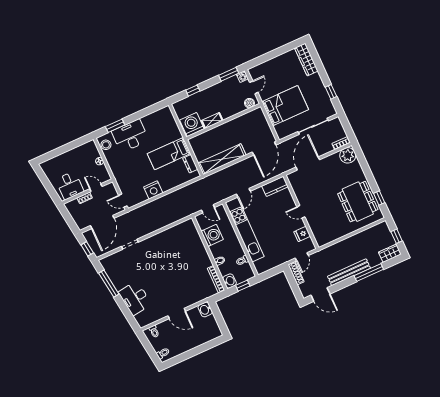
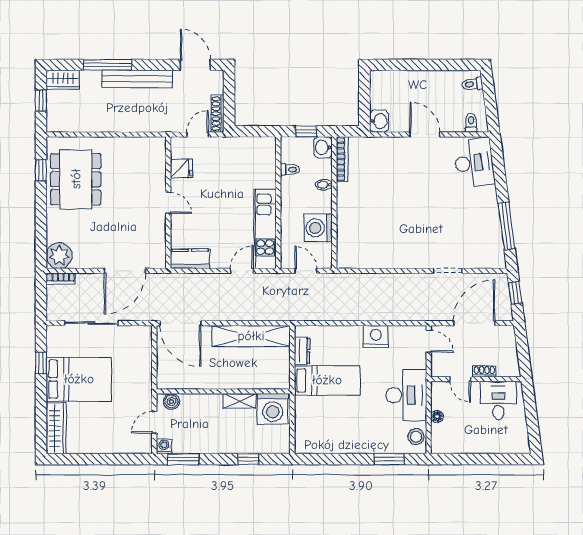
bed: (285, 106) -> (79, 379), moved, turned 180
desk: (130, 136) -> (406, 395), moved, turned -90
door: (264, 149) -> (180, 323), swing flipped
kitchen unit: (245, 229) -> (265, 229), width x0.73
desk: (135, 298) -> (474, 163), moved

